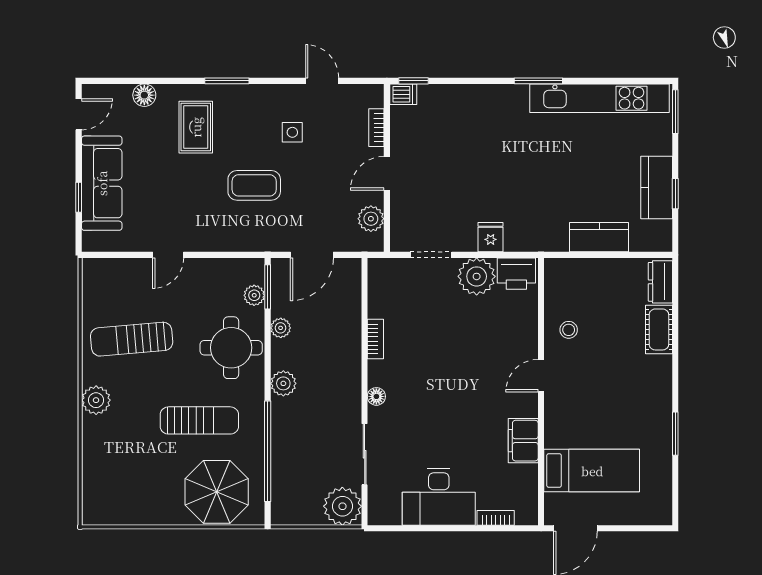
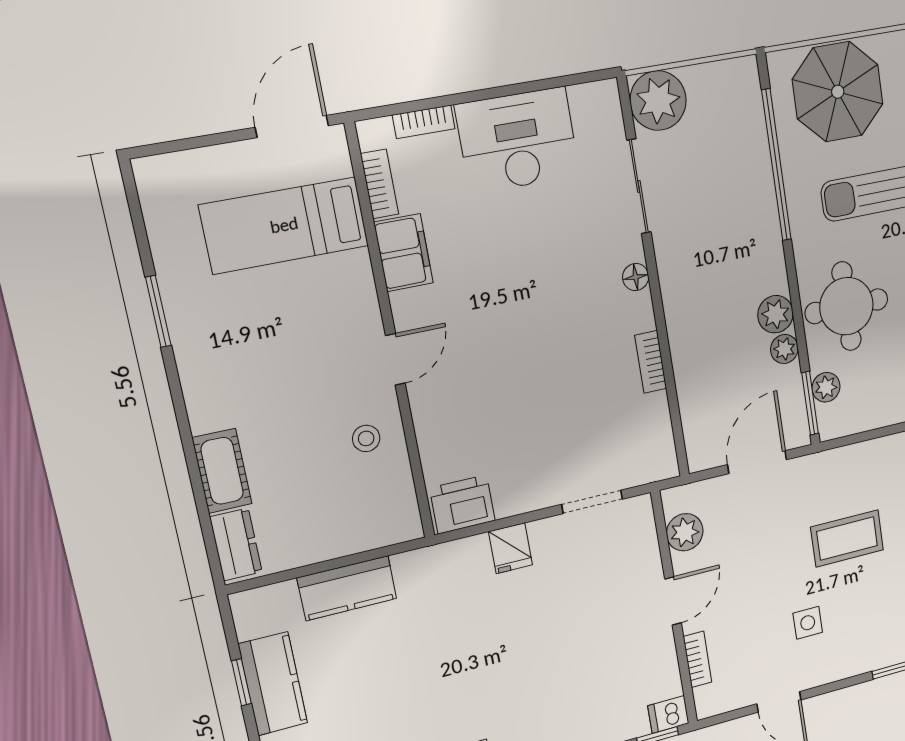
plant: (477, 276) -> (521, 486), removed
plant: (283, 383) -> (775, 314), moved
bookcase: (530, 485) -> (380, 184), added

